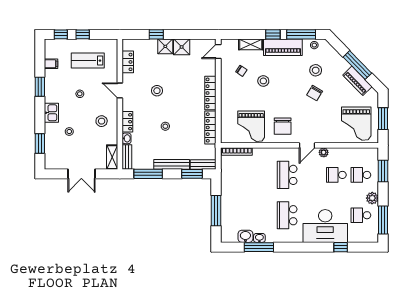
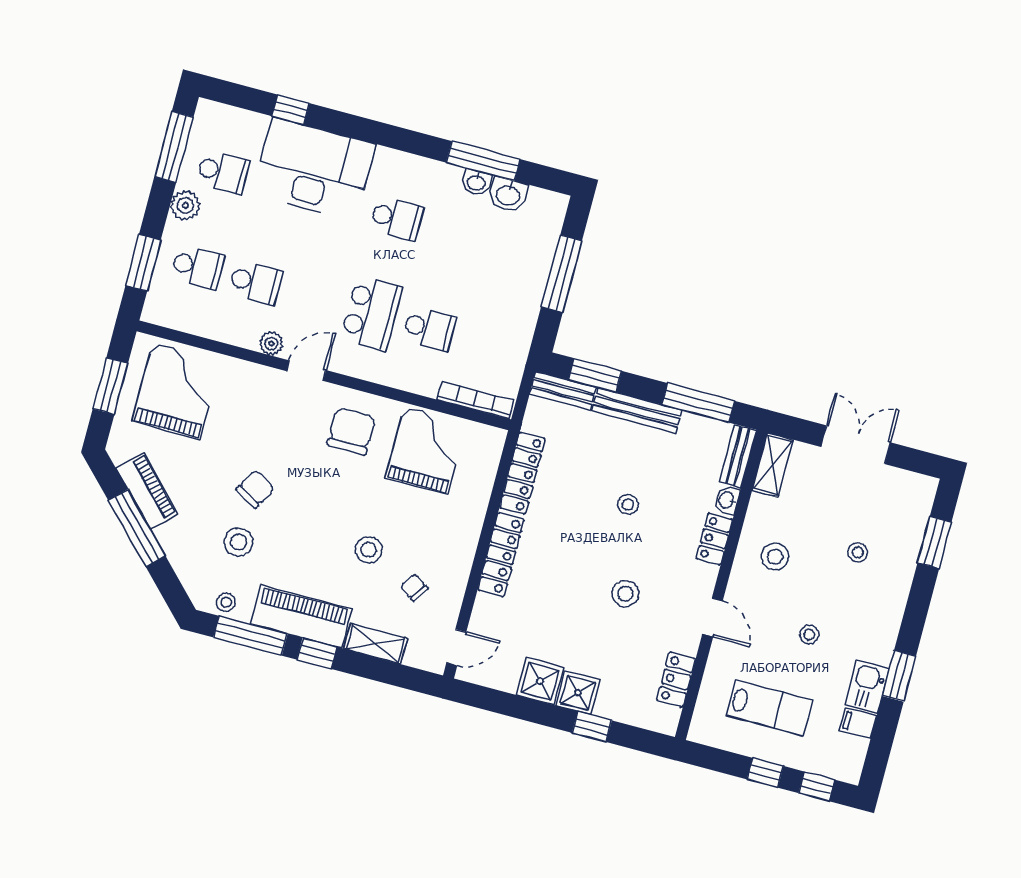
kitchen sink: (51, 113) -> (867, 687), moved
school desk: (263, 175) -> (429, 329), added
school desk: (287, 215) -> (397, 218), width x0.54

